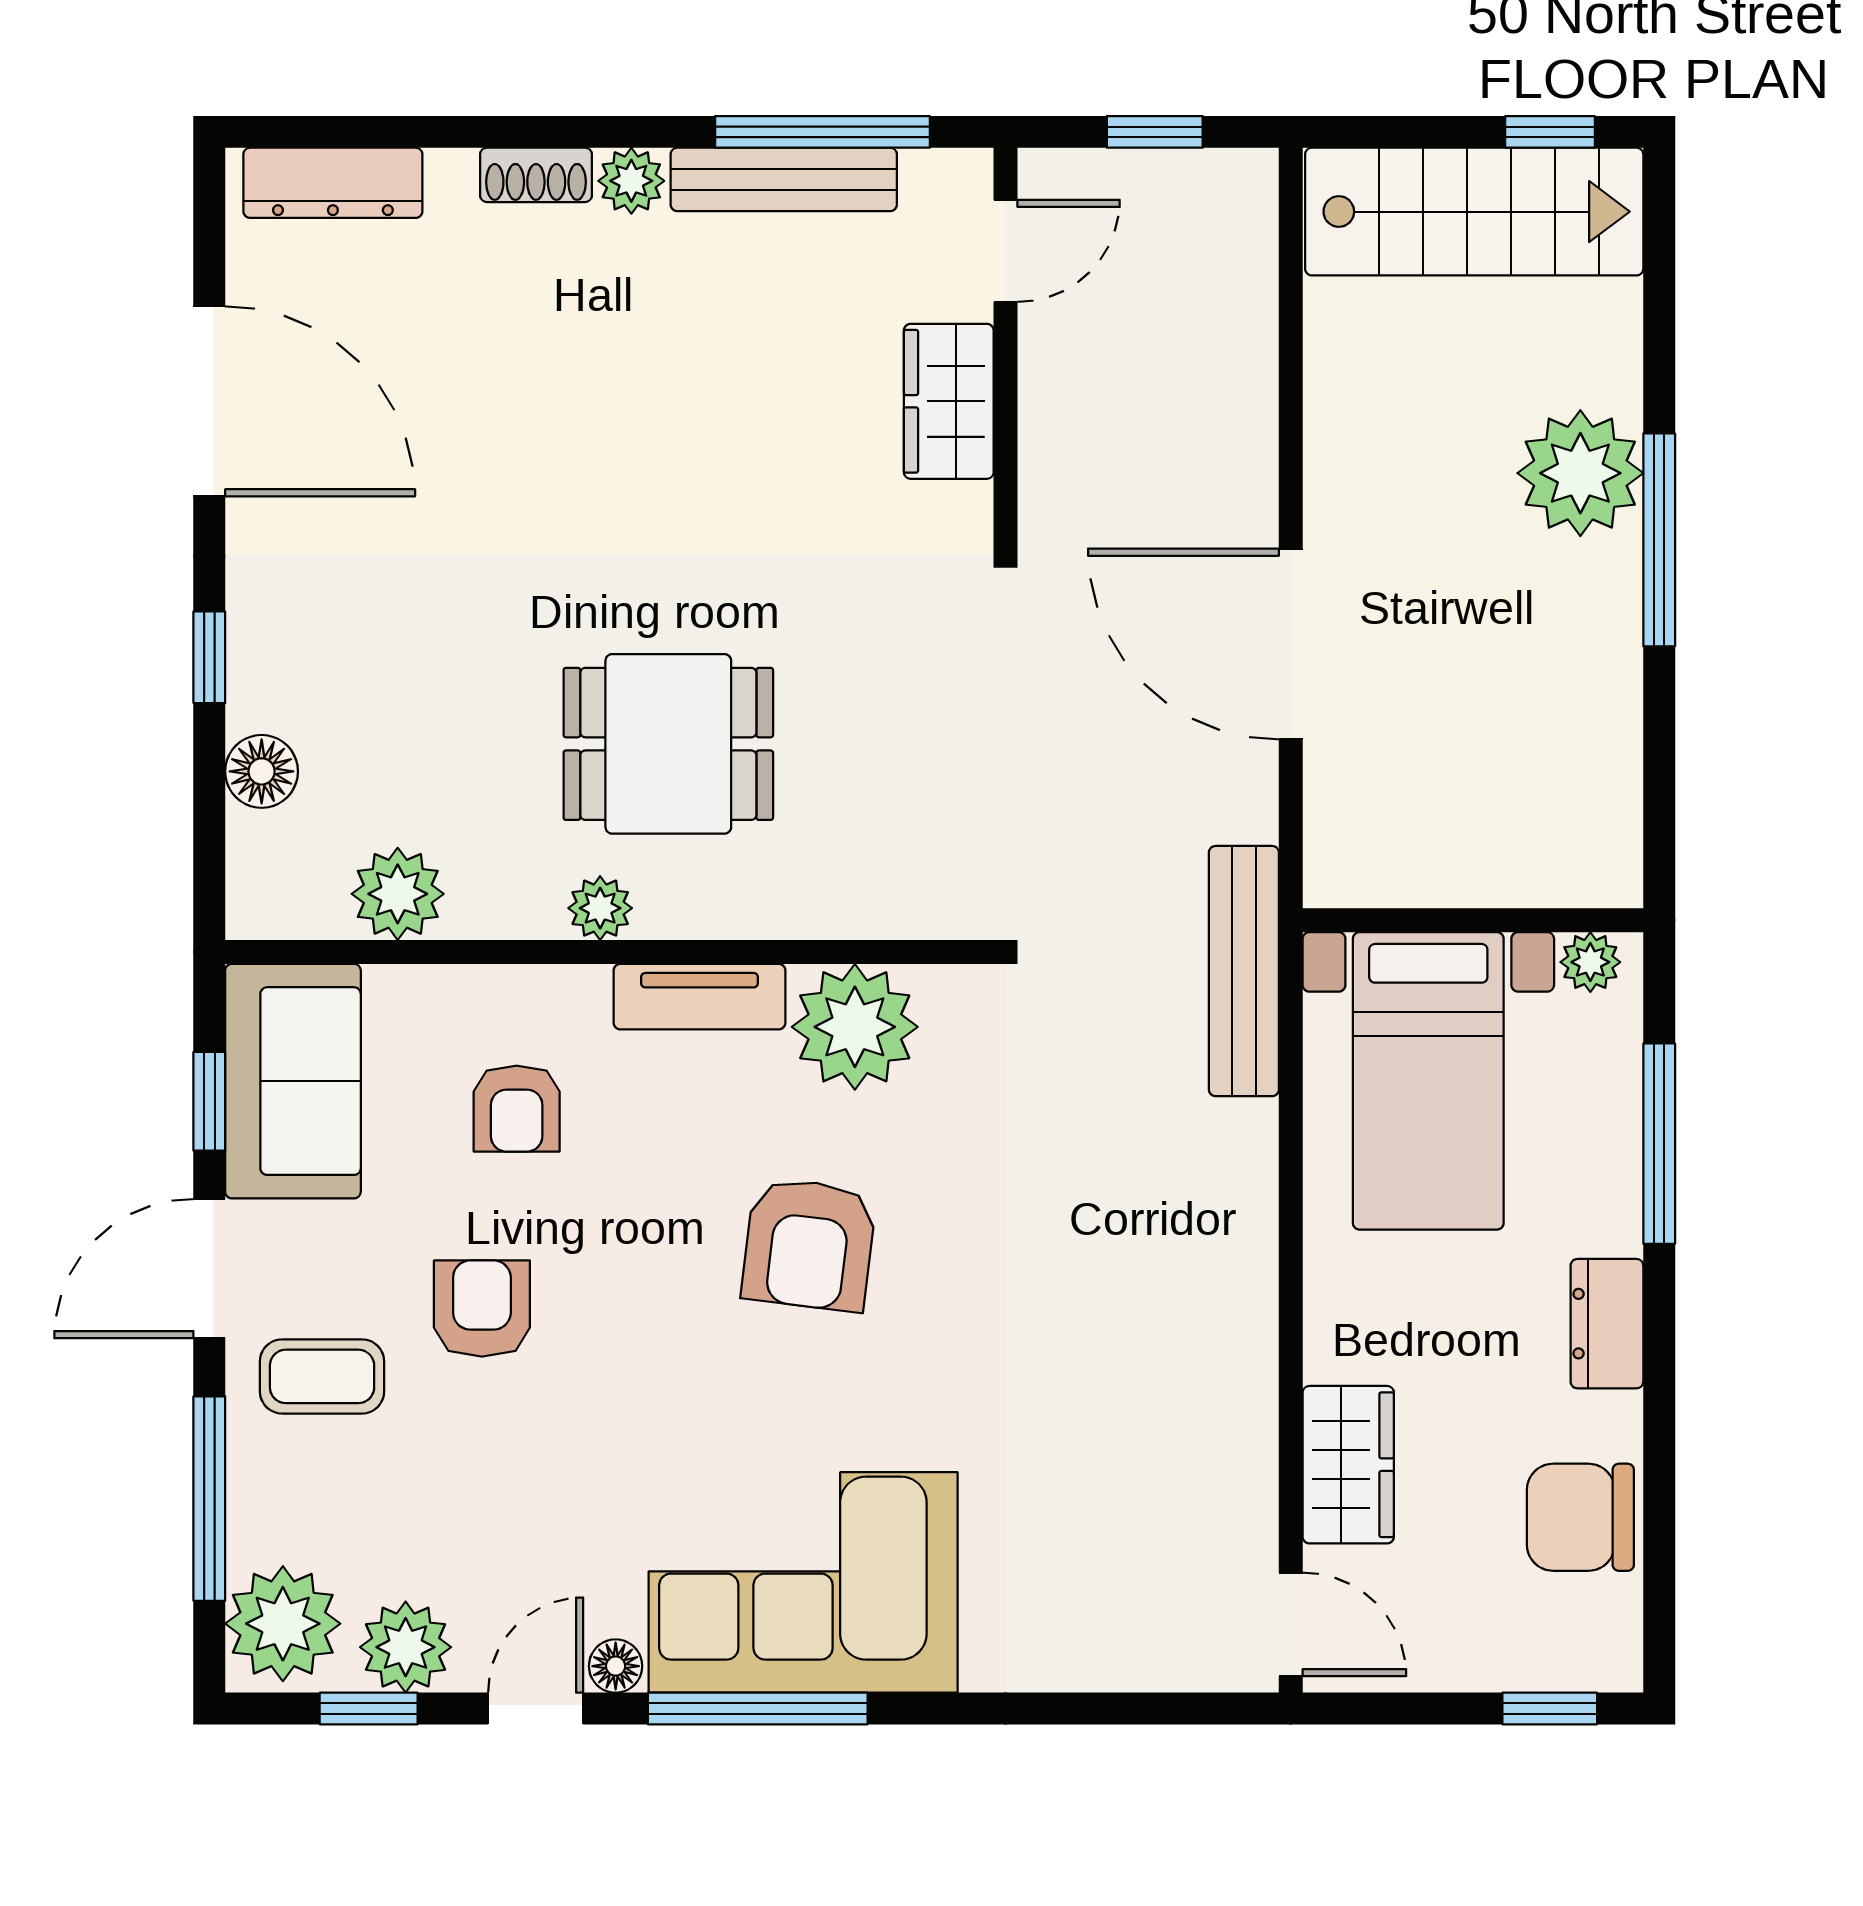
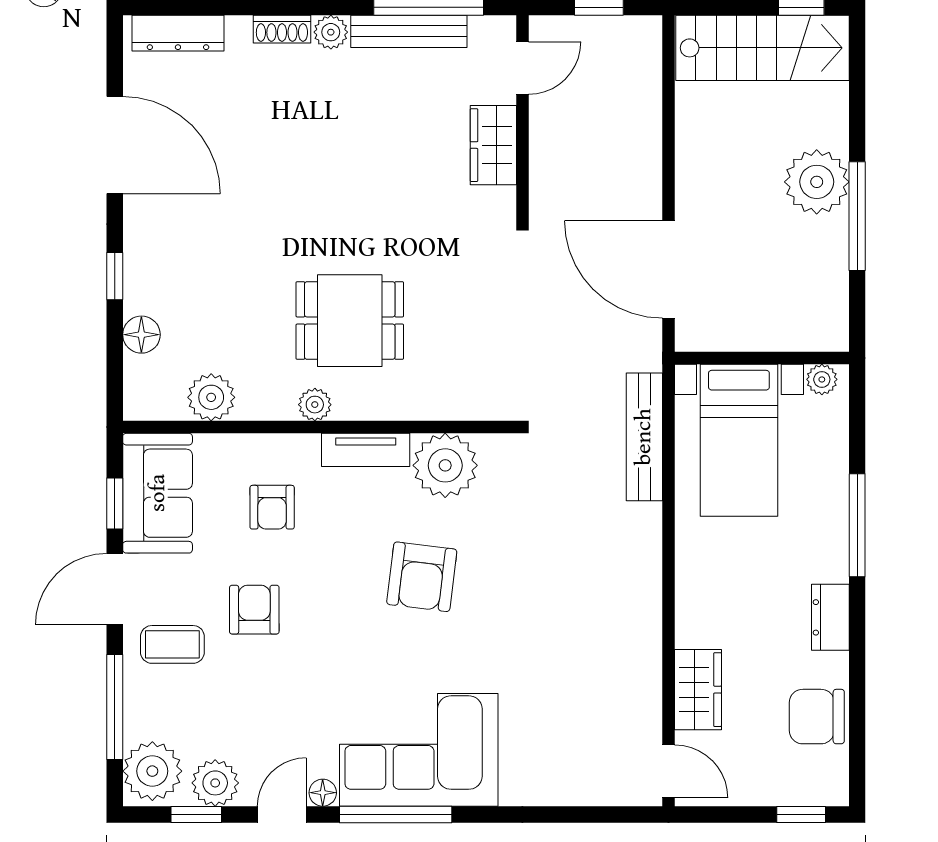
wall: (1473, 920) -> (762, 358), moved
plant: (1590, 962) -> (822, 379), moved
bed with nightstands: (1428, 1081) -> (739, 440), moved

